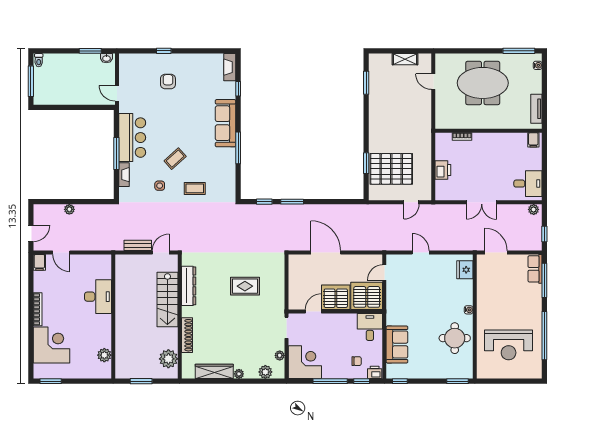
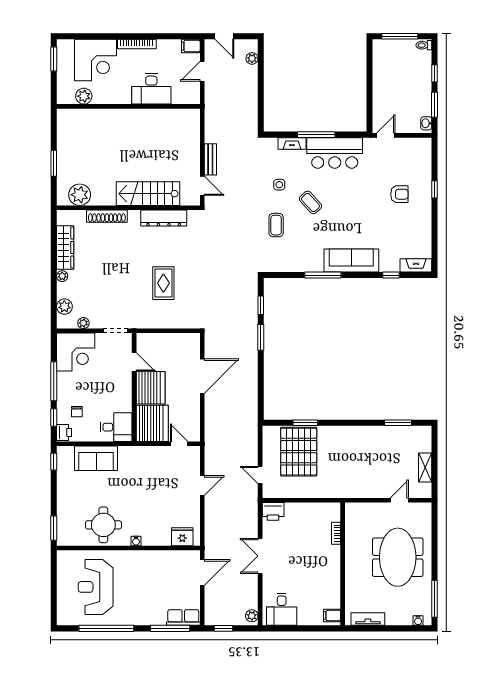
window: (63, 51) -> (435, 73), added
printer: (443, 170) -> (273, 511), moved
plant: (69, 209) -> (252, 58), moved
desk: (98, 297) -> (151, 89), moved
wall: (113, 317) -> (128, 106), moved
plant: (104, 355) -> (84, 96), moved

